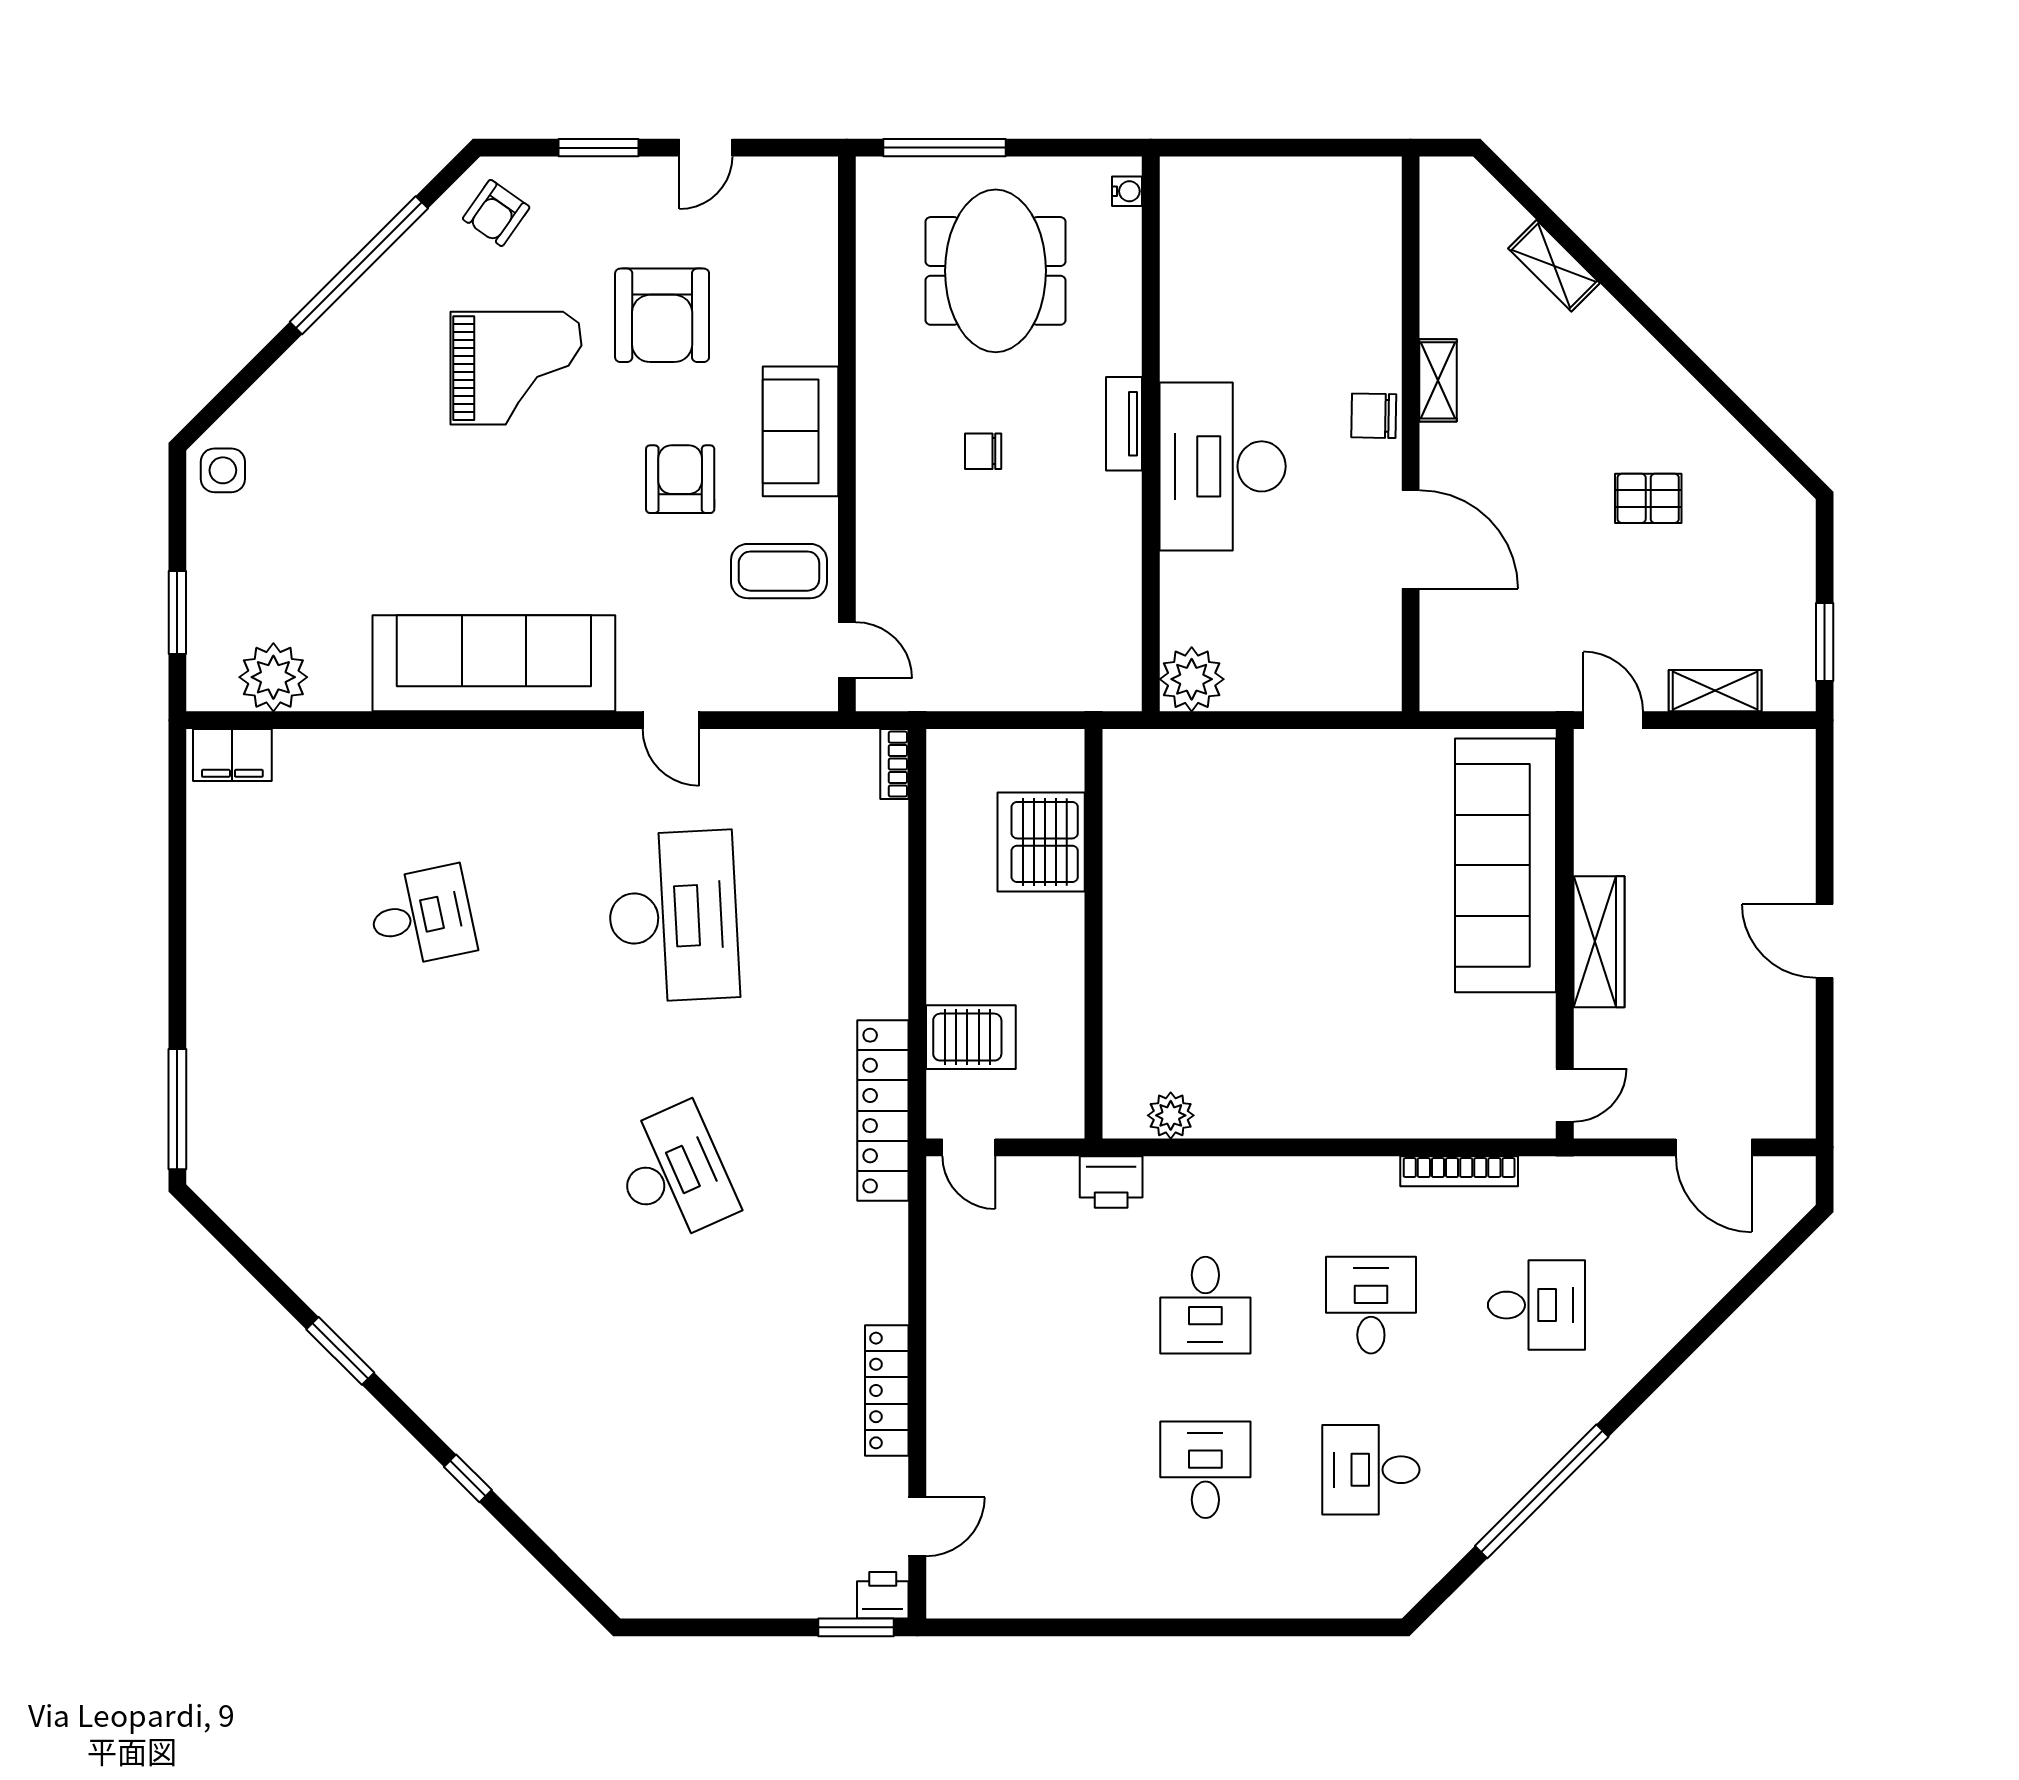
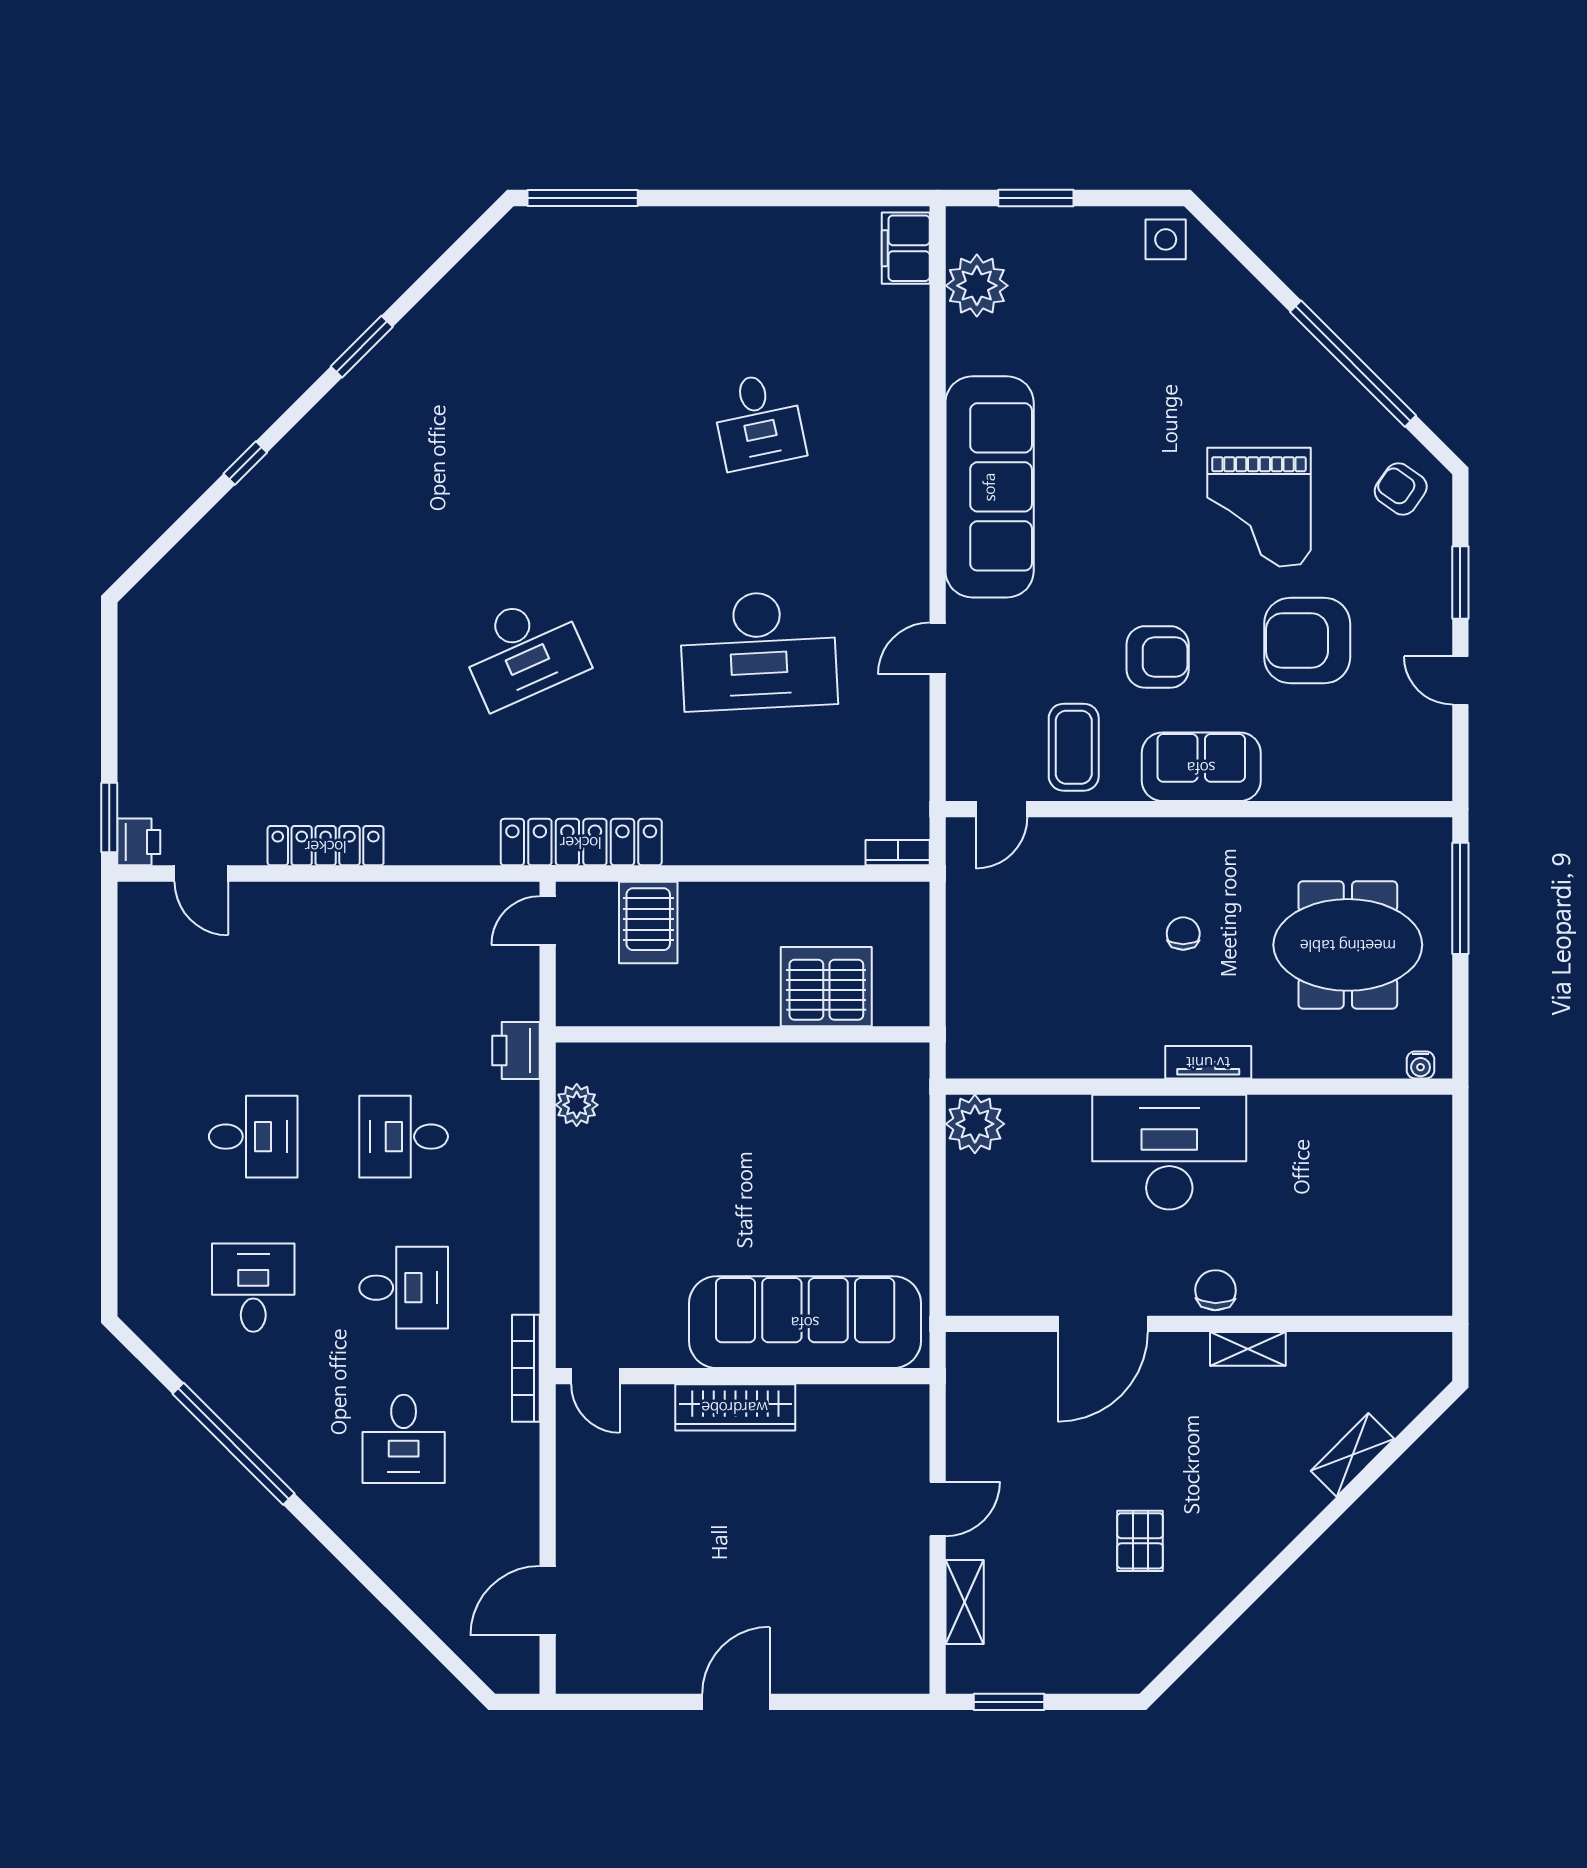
sofa: (1505, 865) -> (805, 1322), moved
wall: (1565, 934) -> (743, 1376), moved
wardrobe: (1599, 942) -> (735, 1407), moved
door: (1565, 1095) -> (595, 1376), moved

